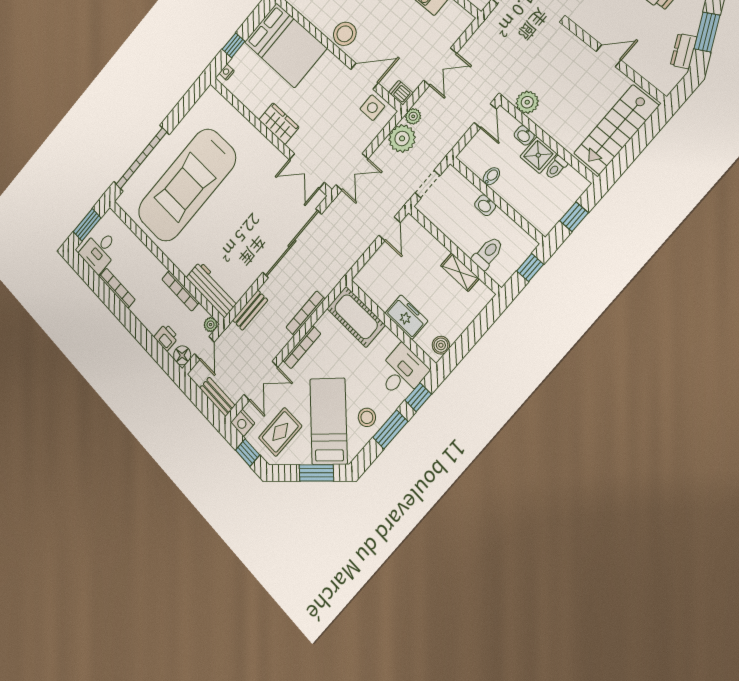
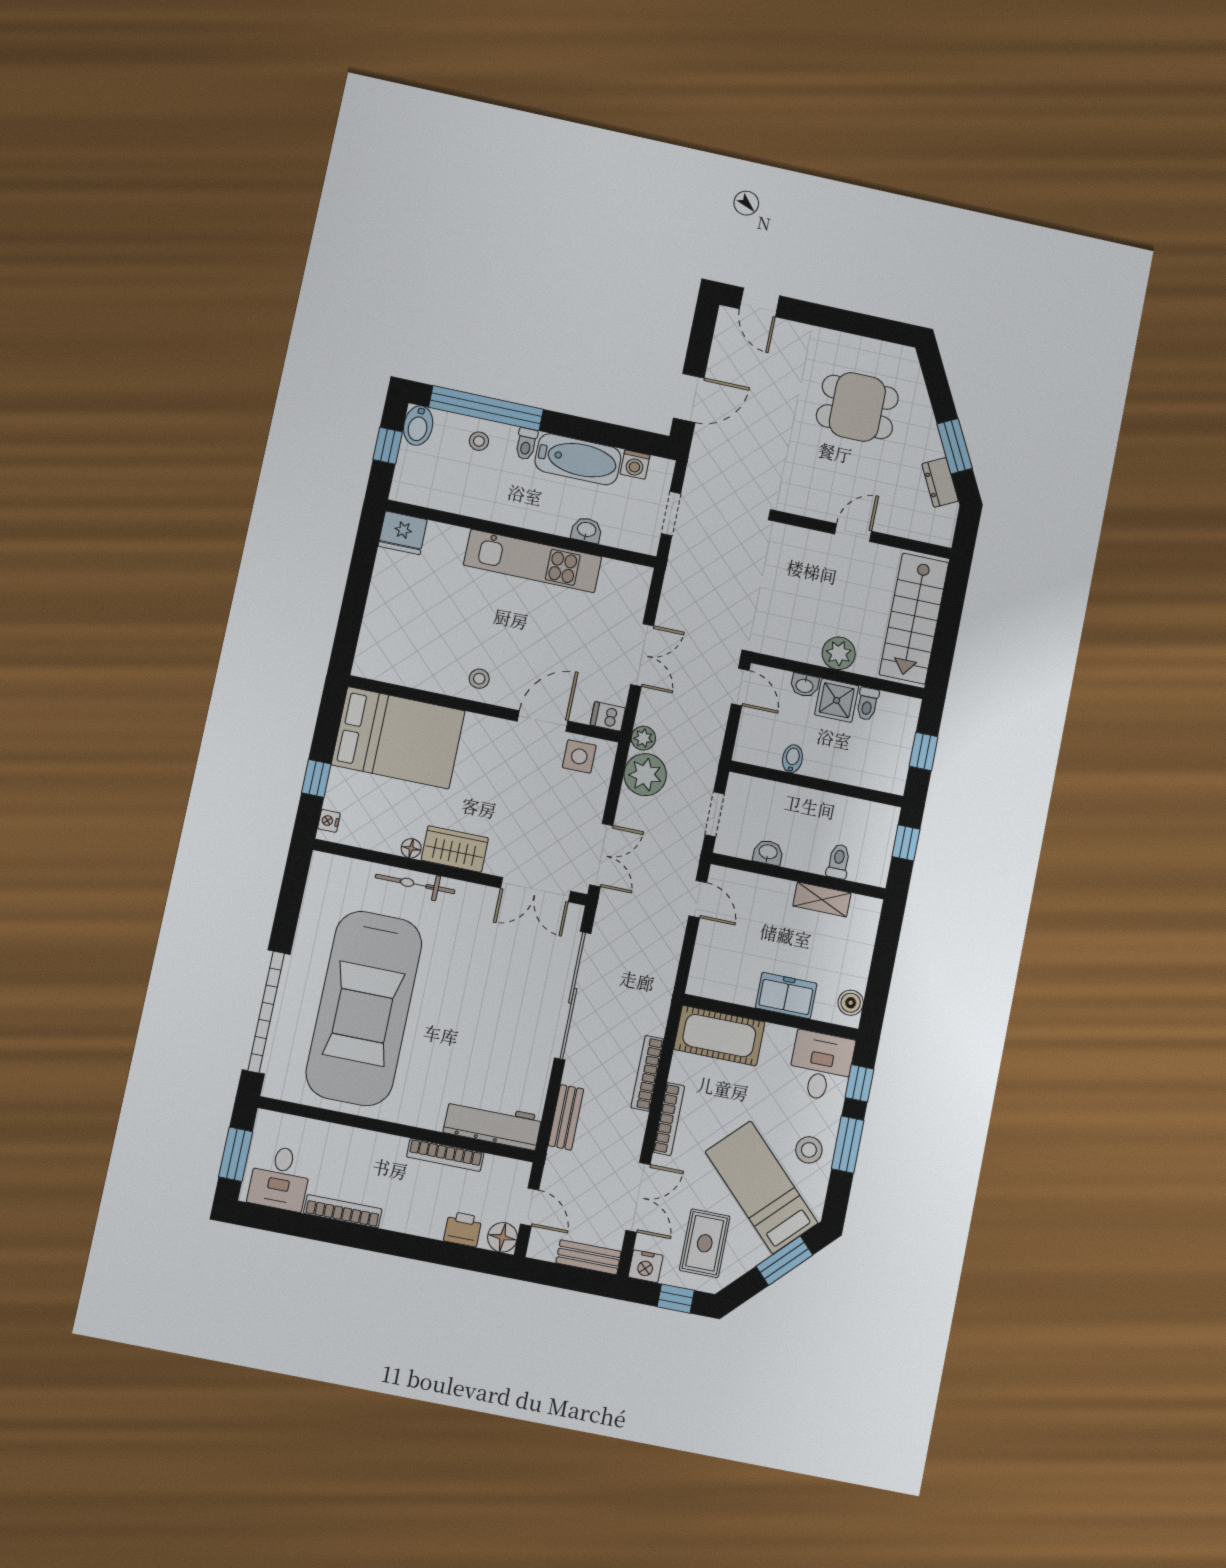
stool: (345, 34) -> (479, 679), width x0.53, depth x0.53
plant: (527, 102) -> (839, 653), moved
floor lamp: (258, 110) -> (411, 848), added
bicycle: (249, 132) -> (415, 884), added
washbasin: (485, 205) -> (768, 852), moved, turned 180
toilet: (488, 253) -> (838, 861), width x0.73, depth x0.72
plant: (211, 325) -> (519, 1171), removed

